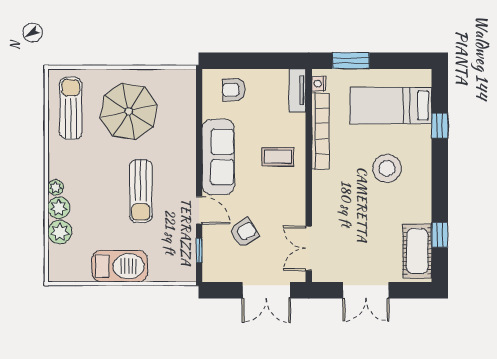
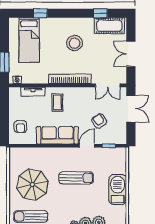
tv unit: (297, 90) -> (33, 92), moved
bookcase: (320, 131) -> (70, 79), moved
stool: (387, 168) -> (75, 43), moved
double door: (366, 290) -> (131, 54), swing flipped

